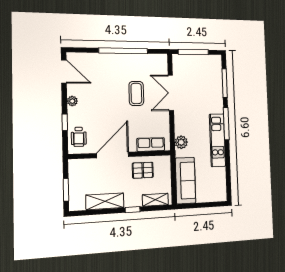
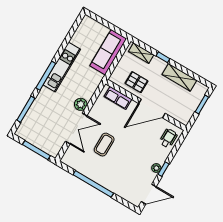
door: (64, 71) -> (149, 194), swing flipped
window: (65, 122) -> (164, 169), moved
plant: (181, 142) -> (81, 104), moved

